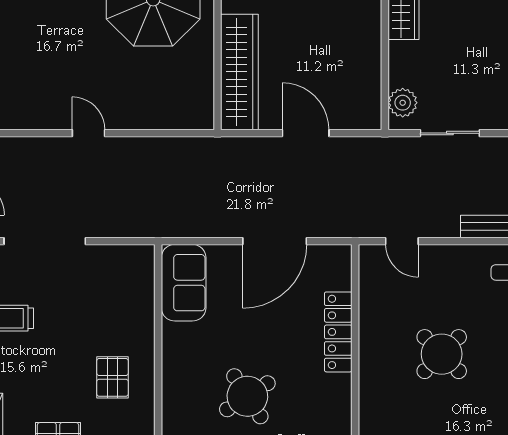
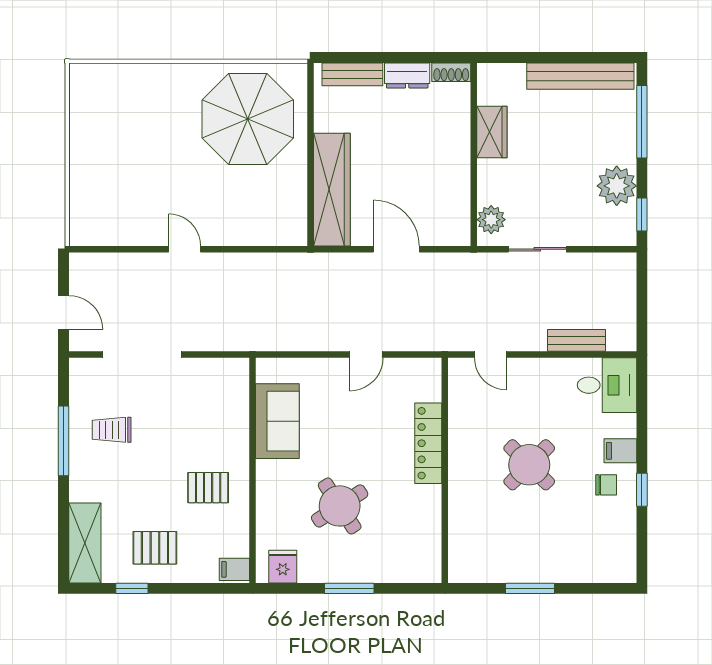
door: (275, 241) -> (366, 355), width x0.53
sofa: (184, 283) -> (277, 421), moved
pallet: (112, 377) -> (208, 488), turned 90

